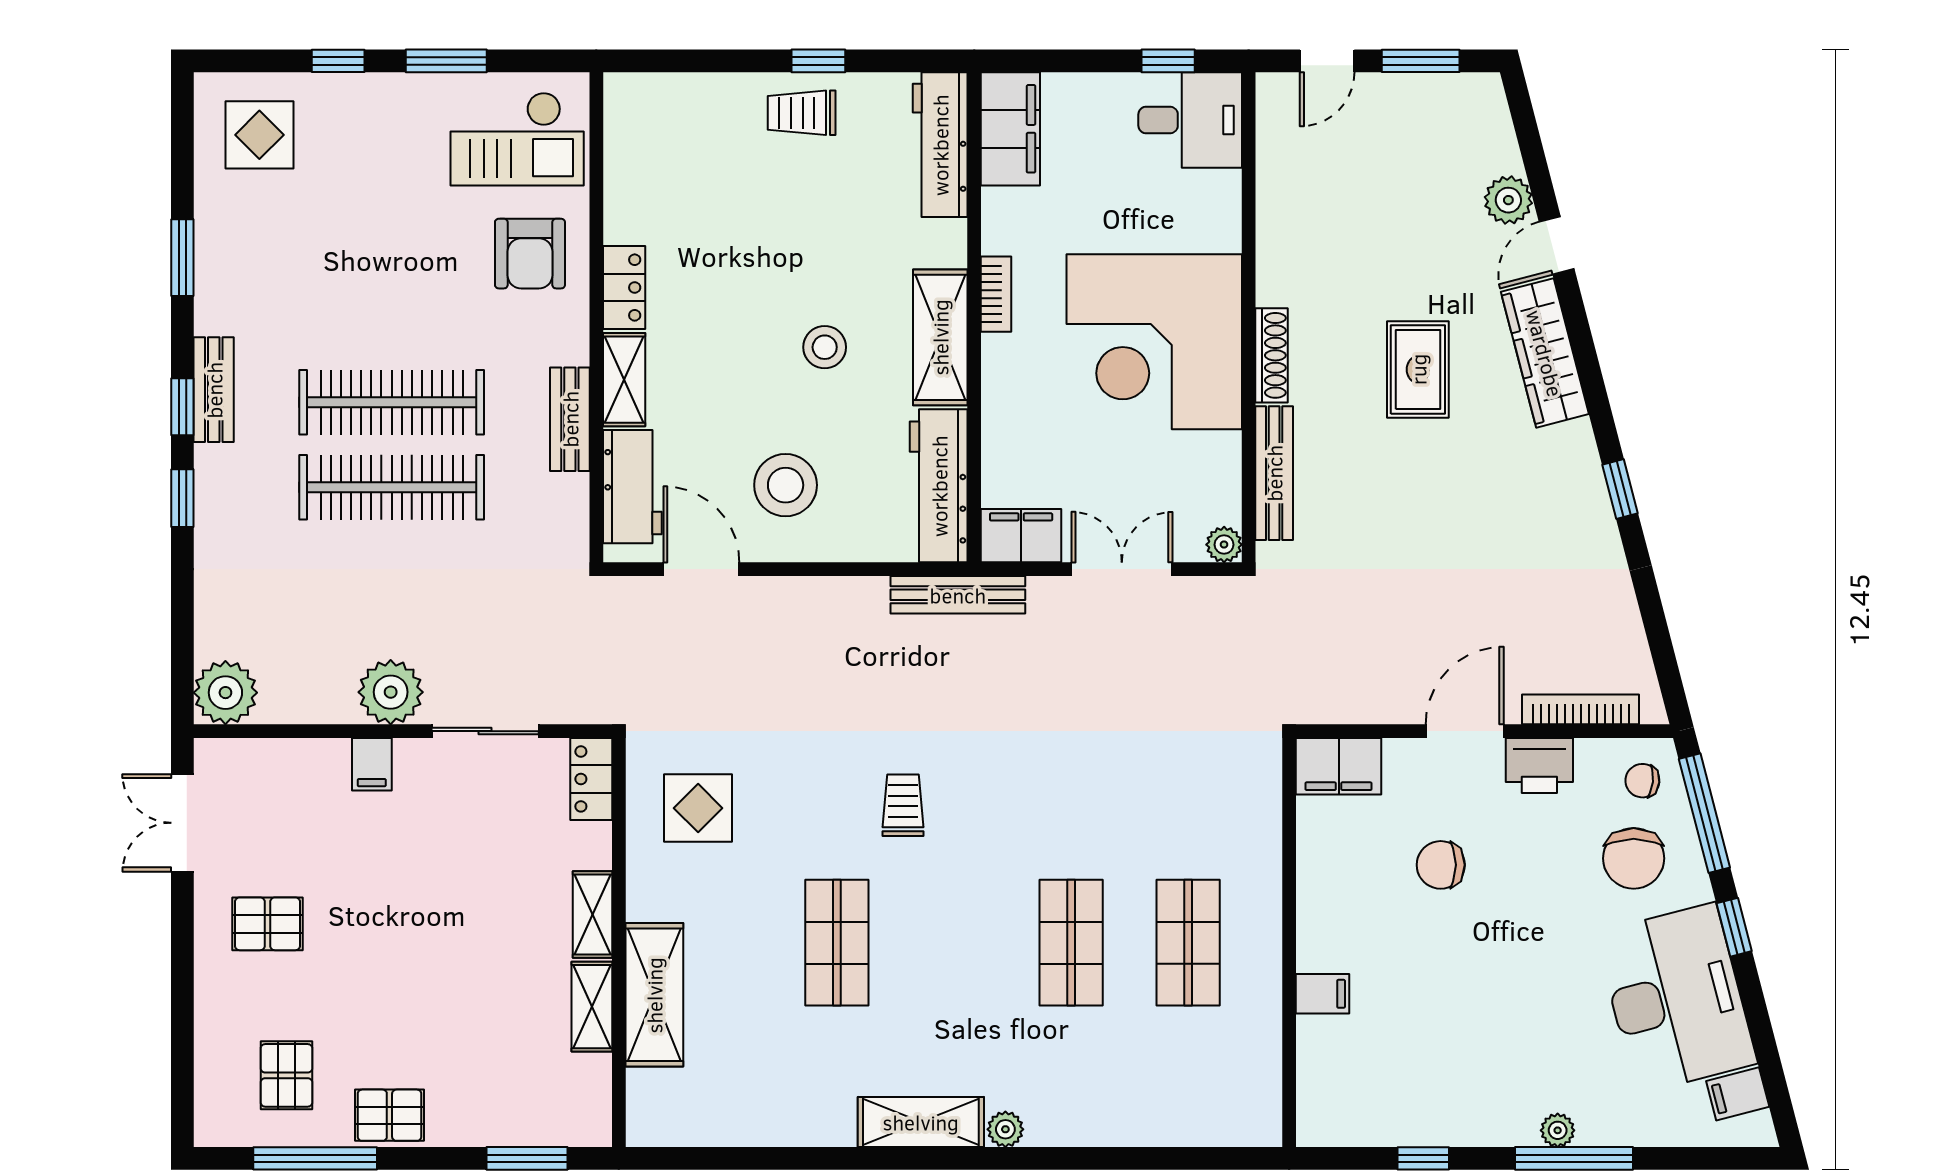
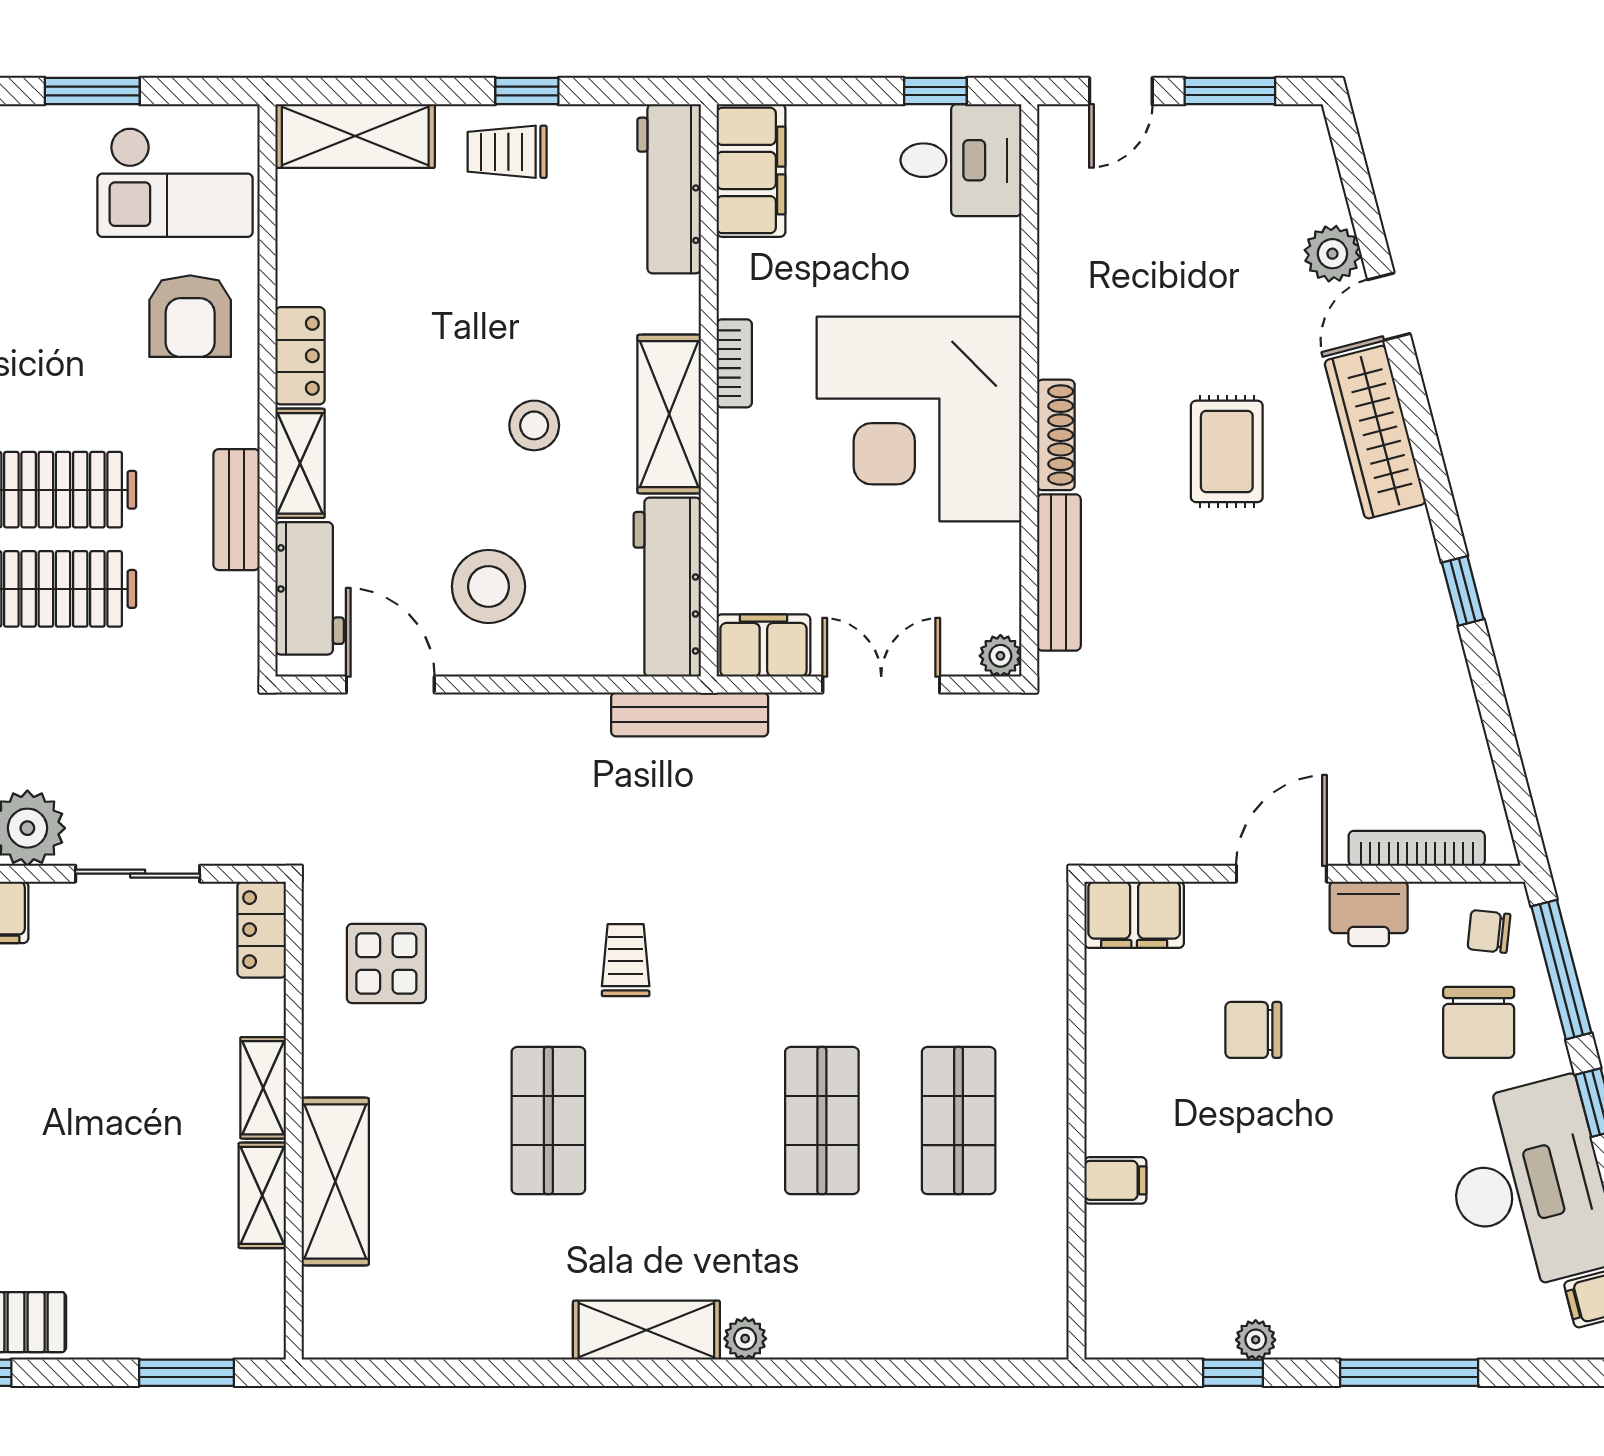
shelving: (671, 99) -> (355, 136), added
plant: (1558, 1130) -> (1256, 1340), moved

